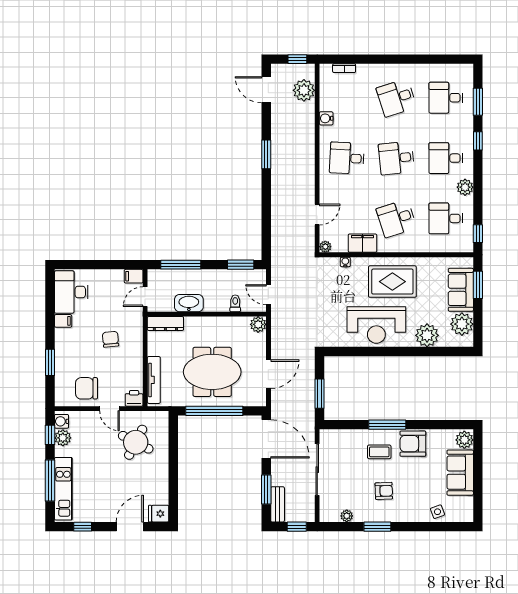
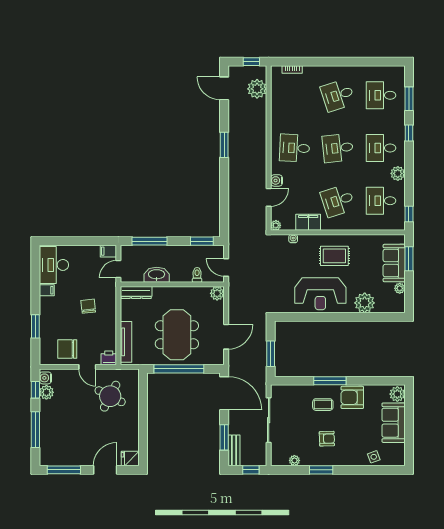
water cooler: (326, 118) -> (276, 180), moved
rug: (392, 282) -> (334, 256), width x0.73, depth x0.70
plant: (462, 324) -> (400, 288), width x0.53, depth x0.53
meeting table: (212, 372) -> (177, 335), turned 90
kitchen unit: (63, 489) -> (47, 437), removed
window: (83, 527) -> (64, 470), width x2.17

